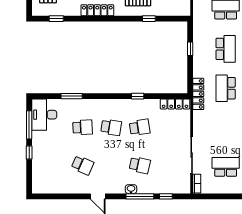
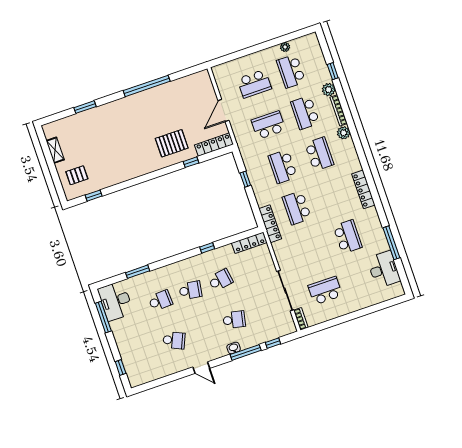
locker: (97, 10) -> (214, 145), moved
school desk: (226, 49) -> (283, 166), turned 180
window: (29, 153) -> (121, 368), moved

